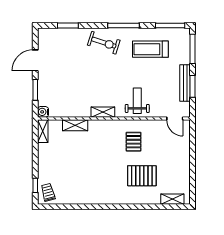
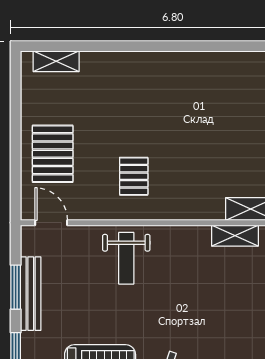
shelving: (103, 112) -> (235, 236), moved
pallet: (142, 176) -> (53, 154), moved, turned 90

